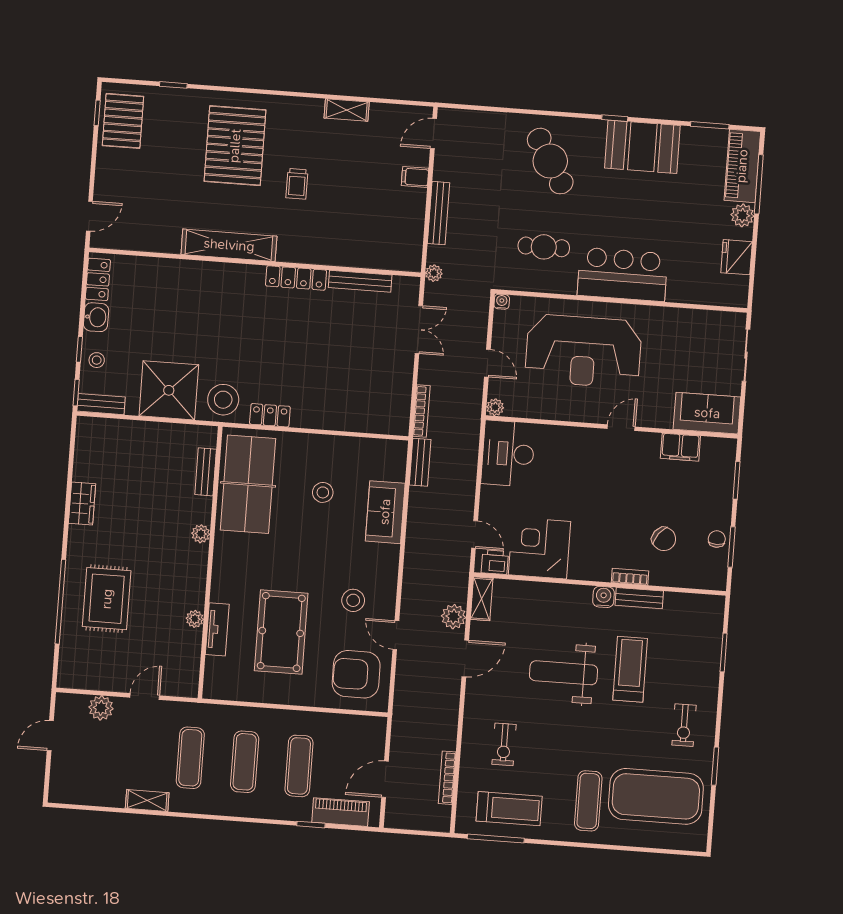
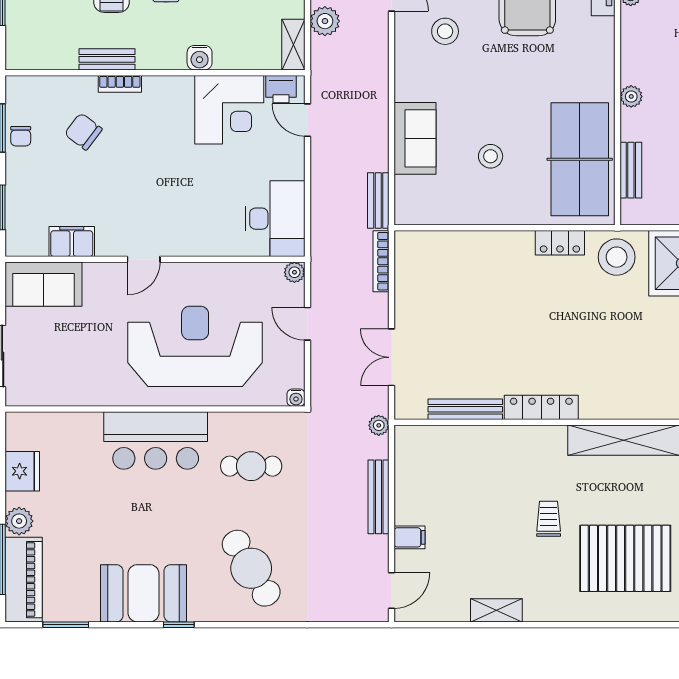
pallet: (235, 146) -> (625, 558), turned 90
water cooler: (603, 597) -> (200, 58), moved

